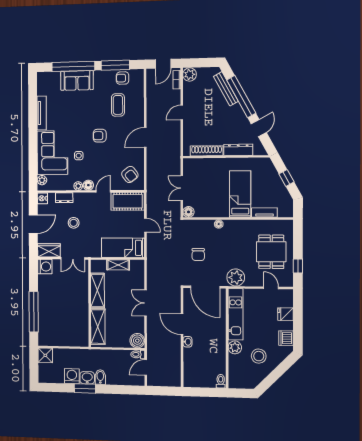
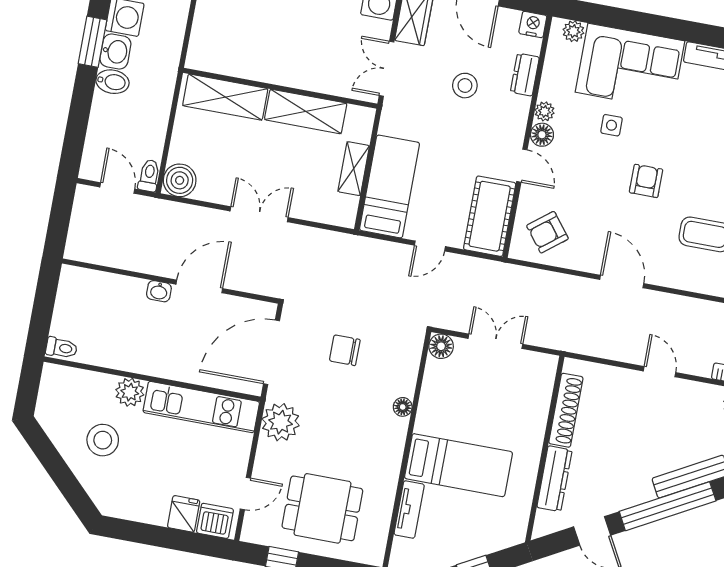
dishwasher: (286, 338) -> (215, 521), moved

